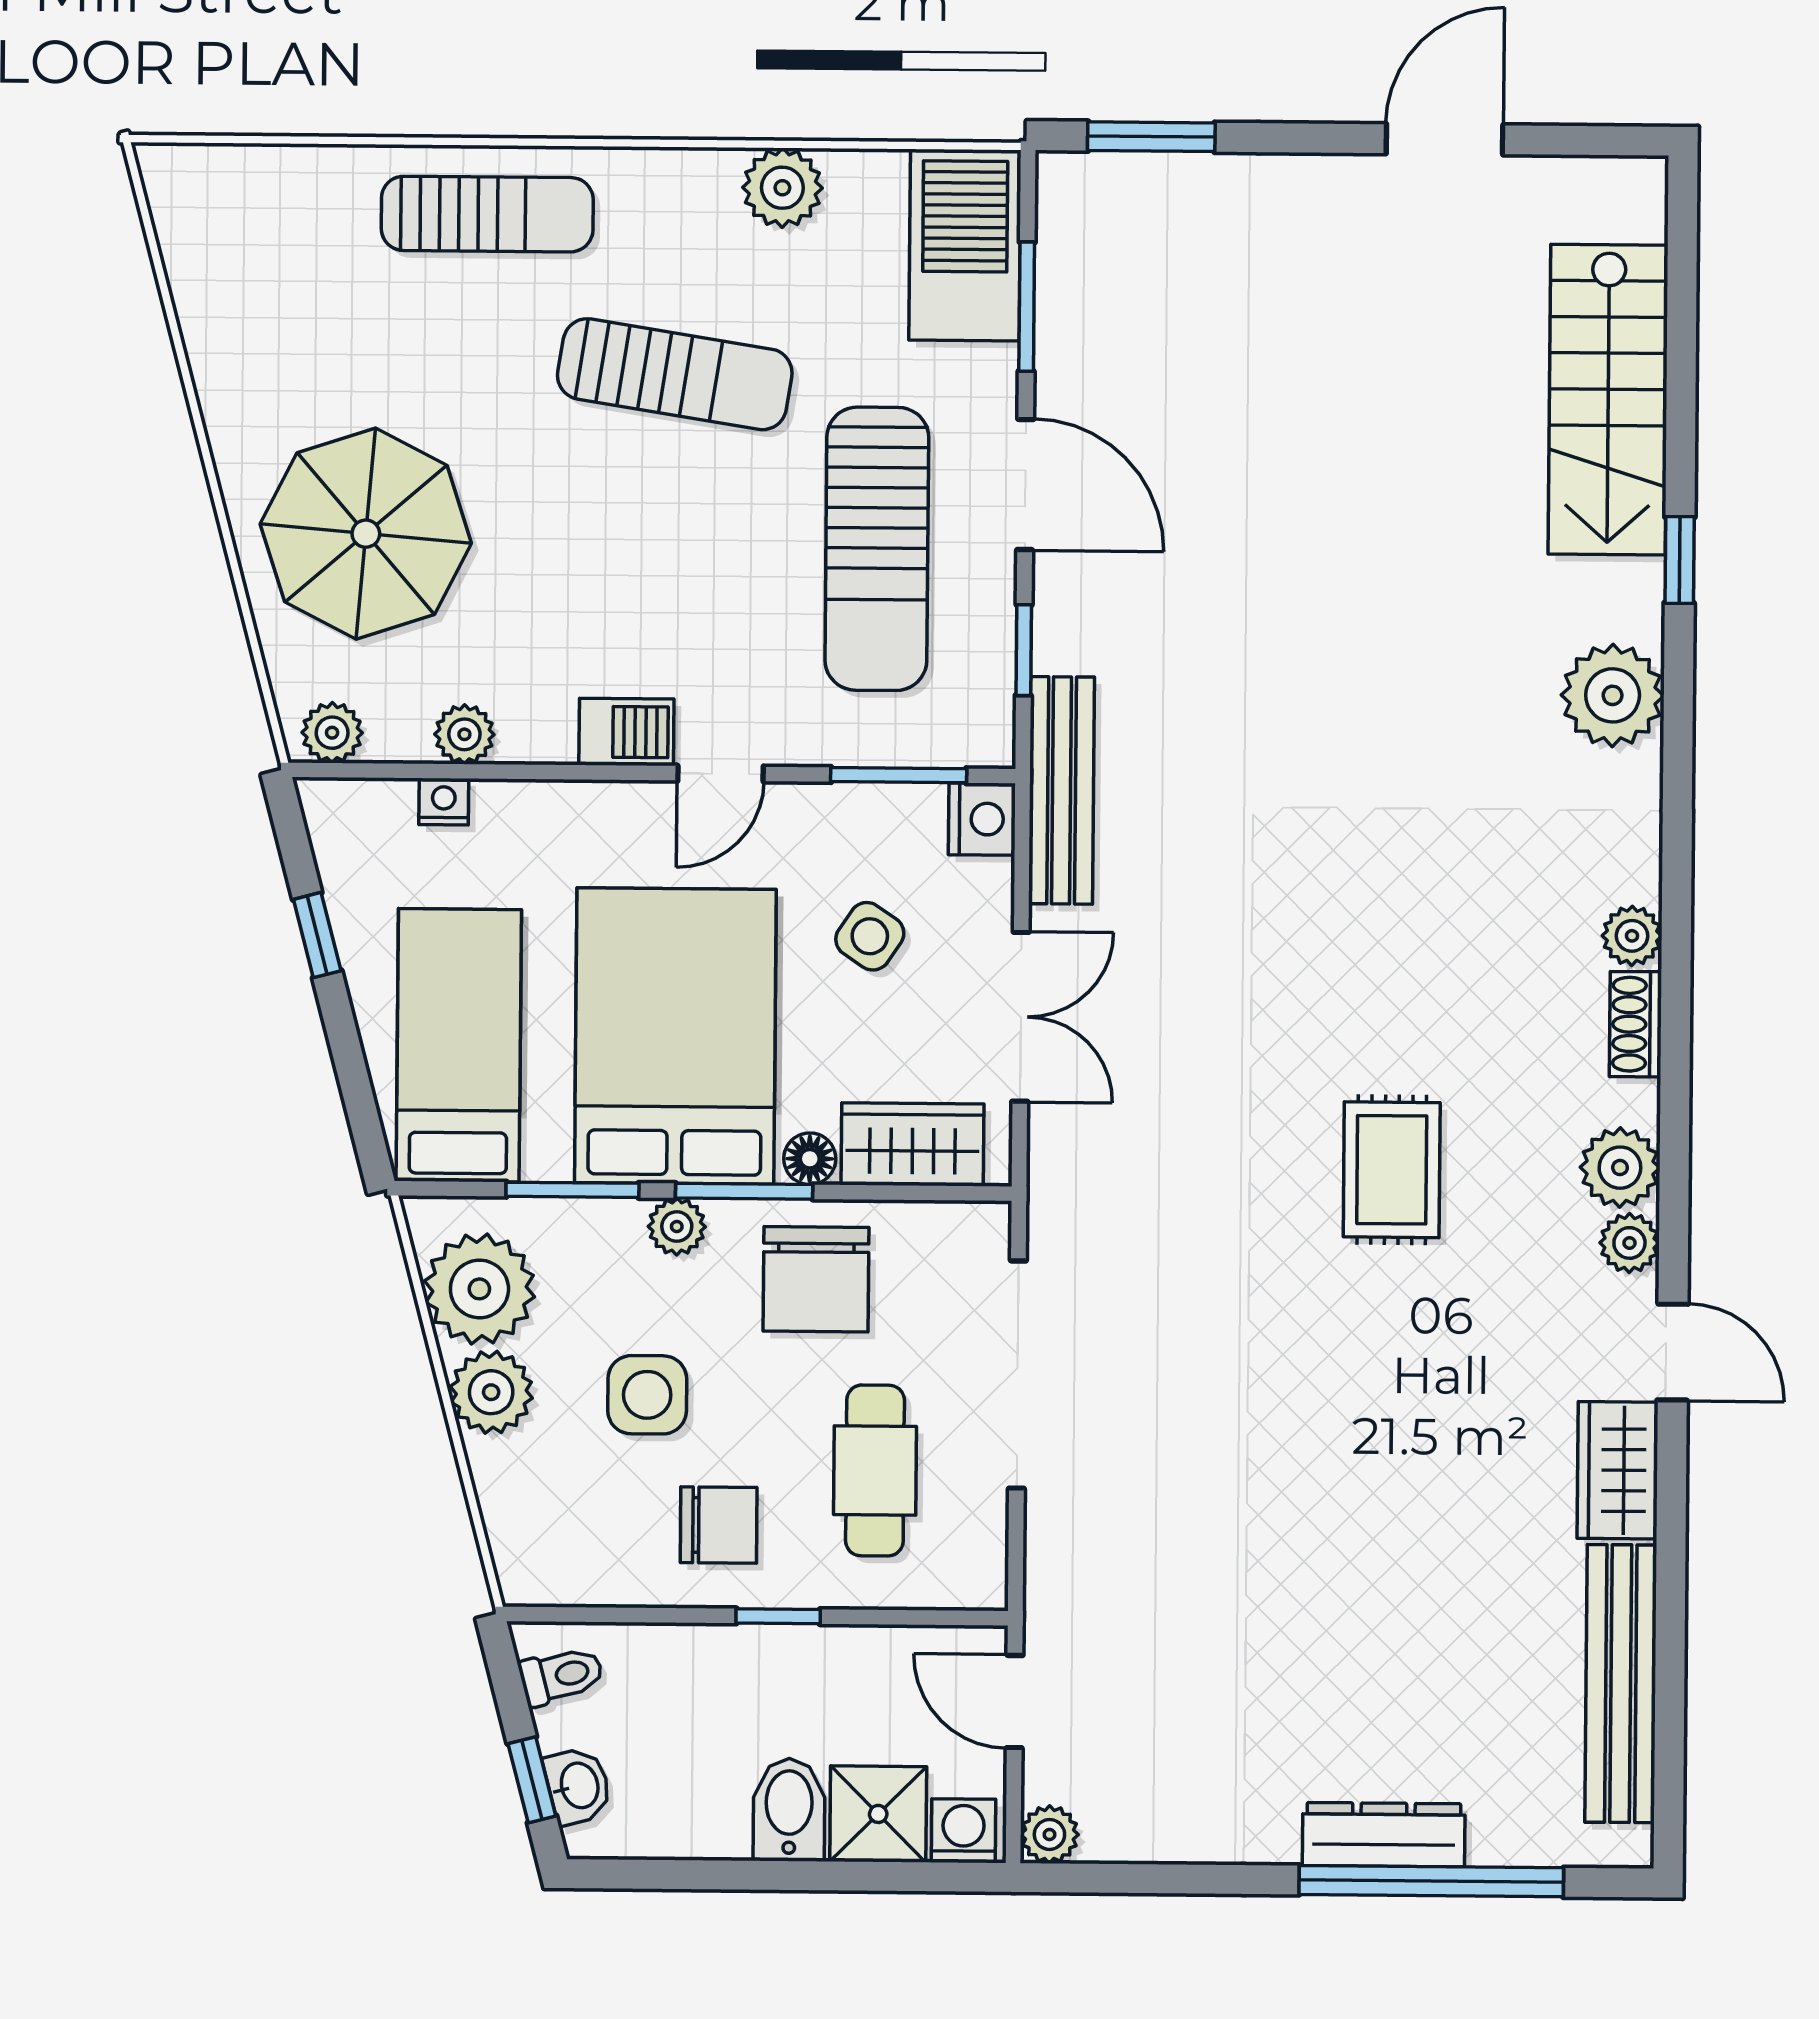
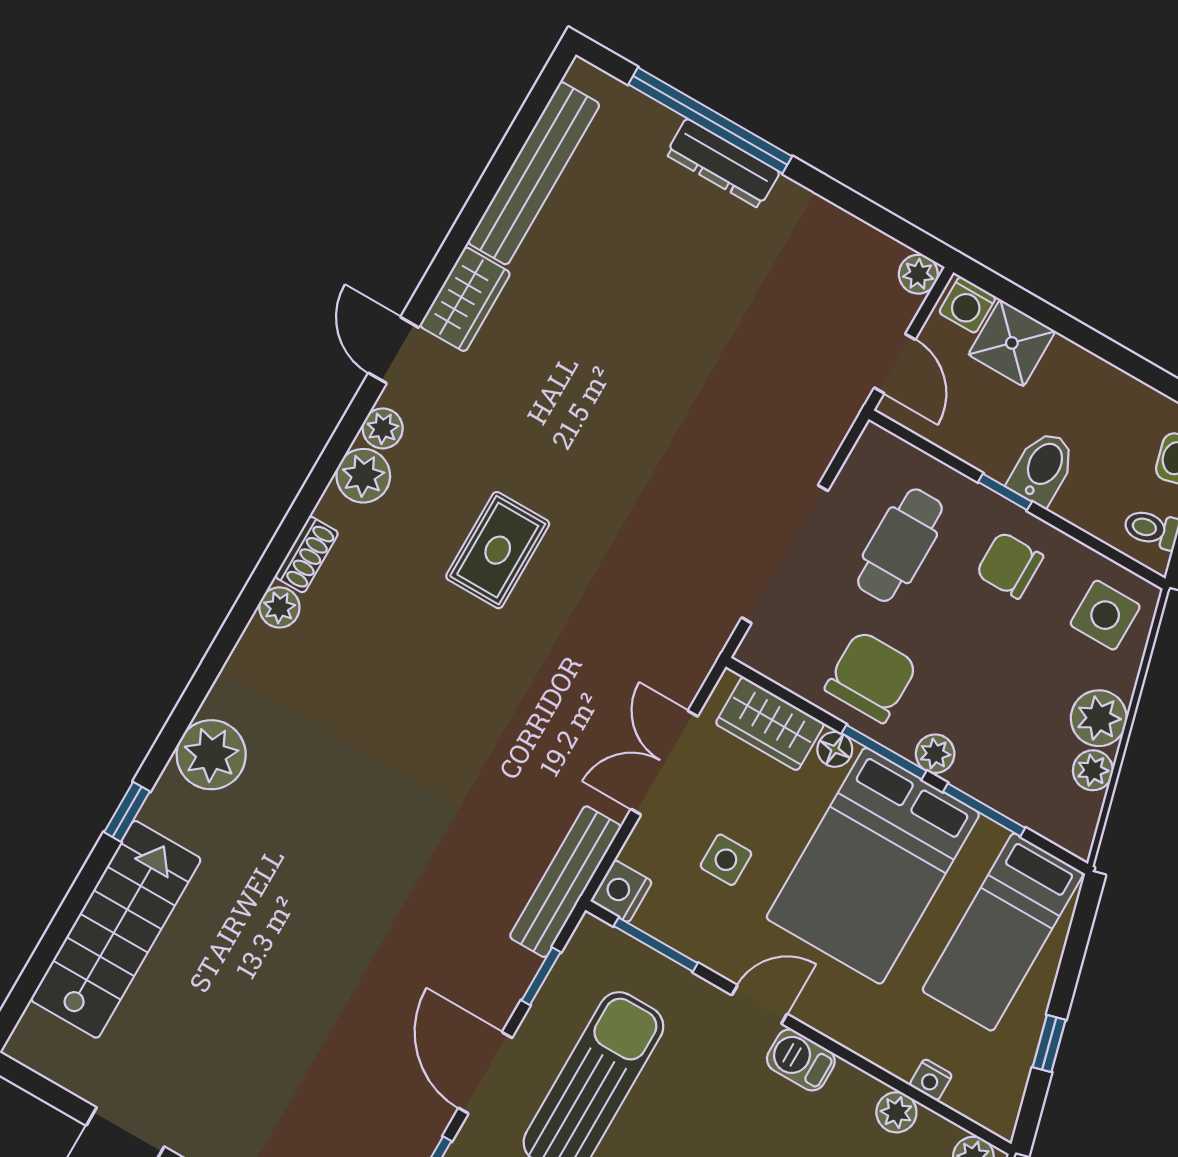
side table: (870, 936) -> (726, 860), turned -34
plant: (479, 1289) -> (1093, 770), width x0.53, depth x0.53
side table: (647, 1395) -> (1105, 615), moved
bidet: (789, 1810) -> (1043, 468), moved, turned 180

